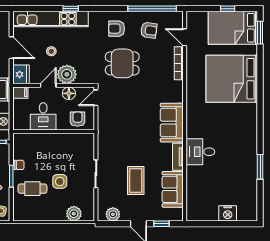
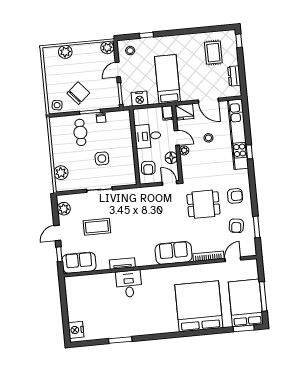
window: (152, 9) -> (256, 227), width x0.47
window: (228, 9) -> (263, 296), width x2.17
armchair: (117, 29) -> (235, 196), turned 90
door: (11, 48) -> (208, 101), hinge flipped
dining table: (122, 63) -> (203, 204), turned 90
plant: (67, 74) -> (184, 150), width x0.53, depth x0.53
armchair: (77, 119) -> (148, 168), turned 94
sofa: (172, 123) -> (174, 253), moved
side table: (60, 181) -> (102, 159), moved
sofa: (173, 189) -> (79, 263), moved
nightstand: (228, 213) -> (76, 330), moved

